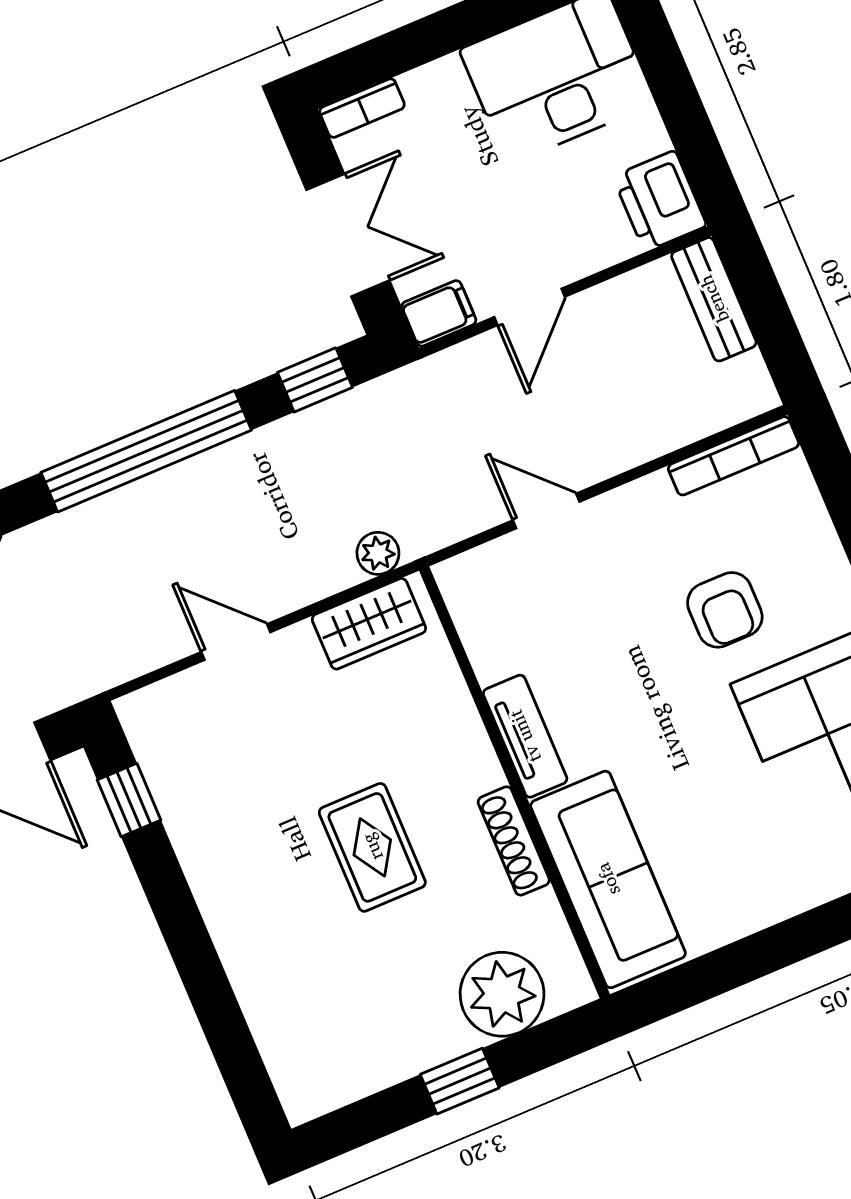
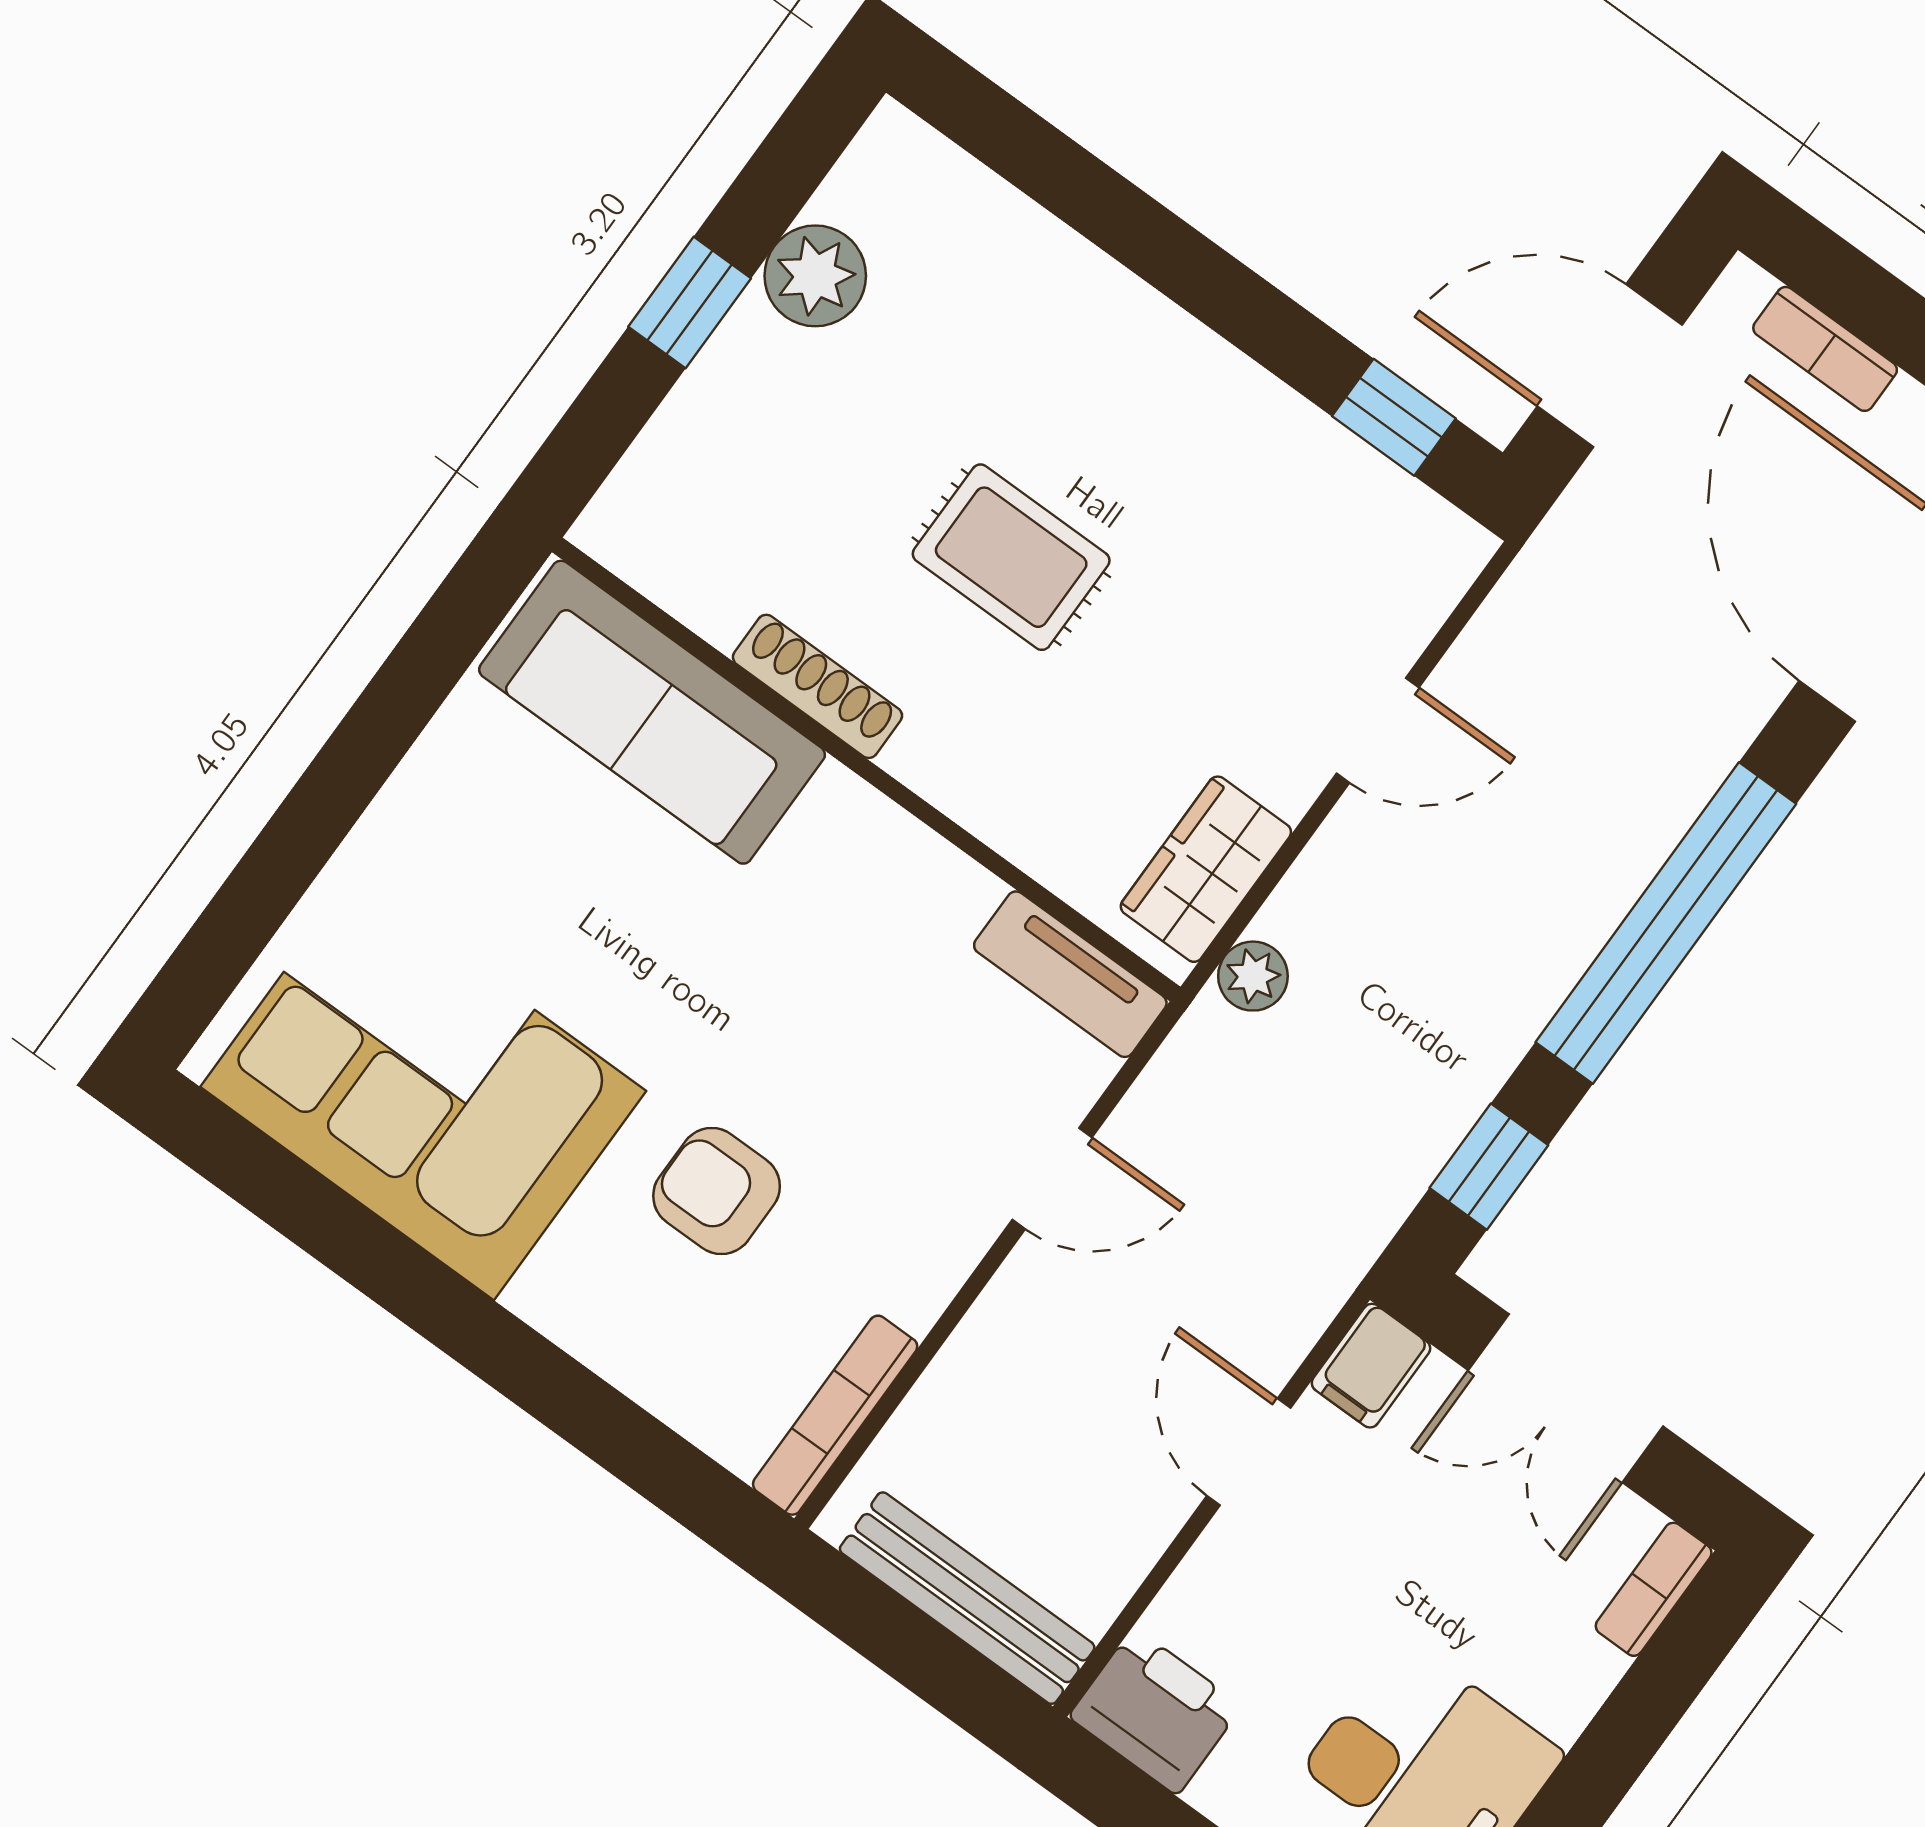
bench: (714, 299) -> (967, 1598), width x1.36
tv unit: (525, 736) -> (1070, 974), moved
plant: (502, 994) -> (815, 276), moved, width x0.73, depth x0.73

